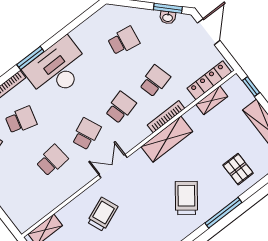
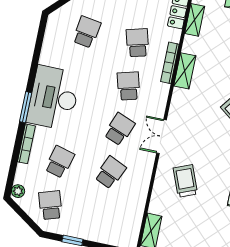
school desk: (86, 134) -> (119, 129), turned 45
shelving: (167, 139) -> (185, 71), width x0.67, depth x0.75
school desk: (52, 160) -> (110, 173), turned 30

